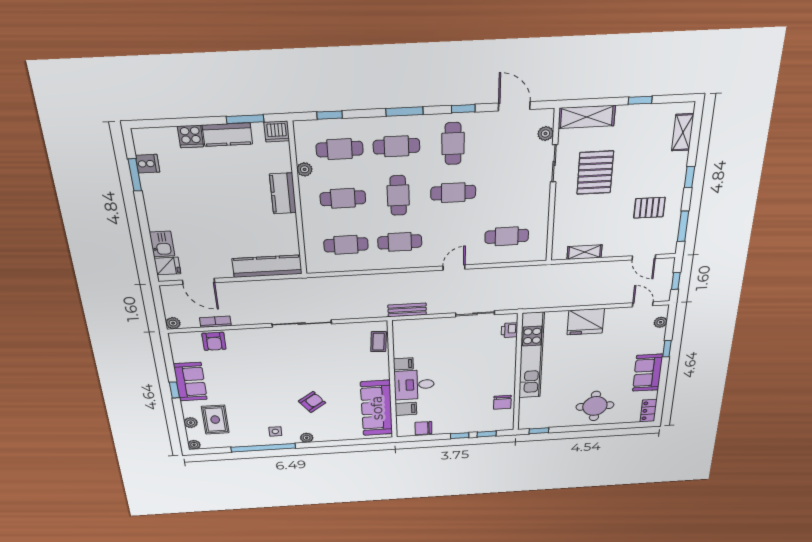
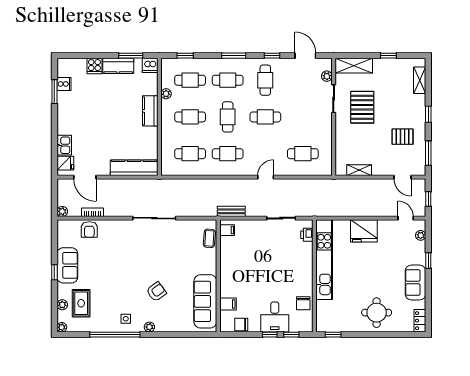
filing cabinet: (403, 364) -> (227, 230), moved
desk: (414, 385) -> (275, 317), moved, turned -90

